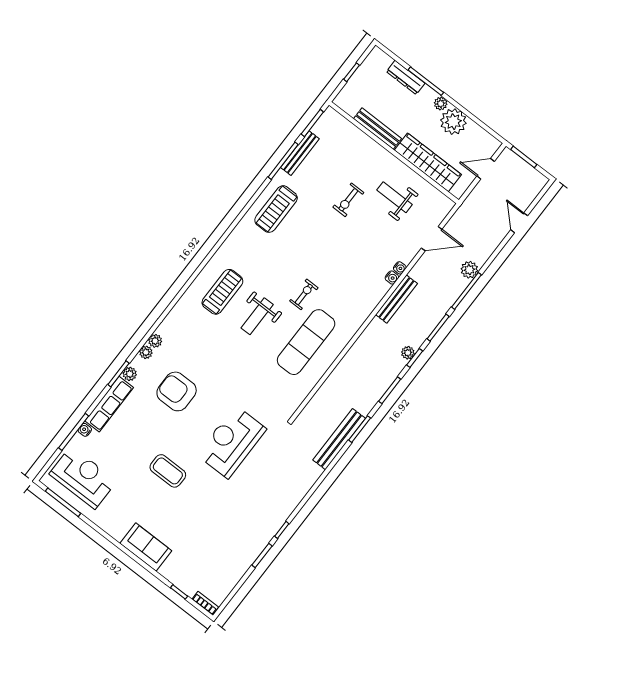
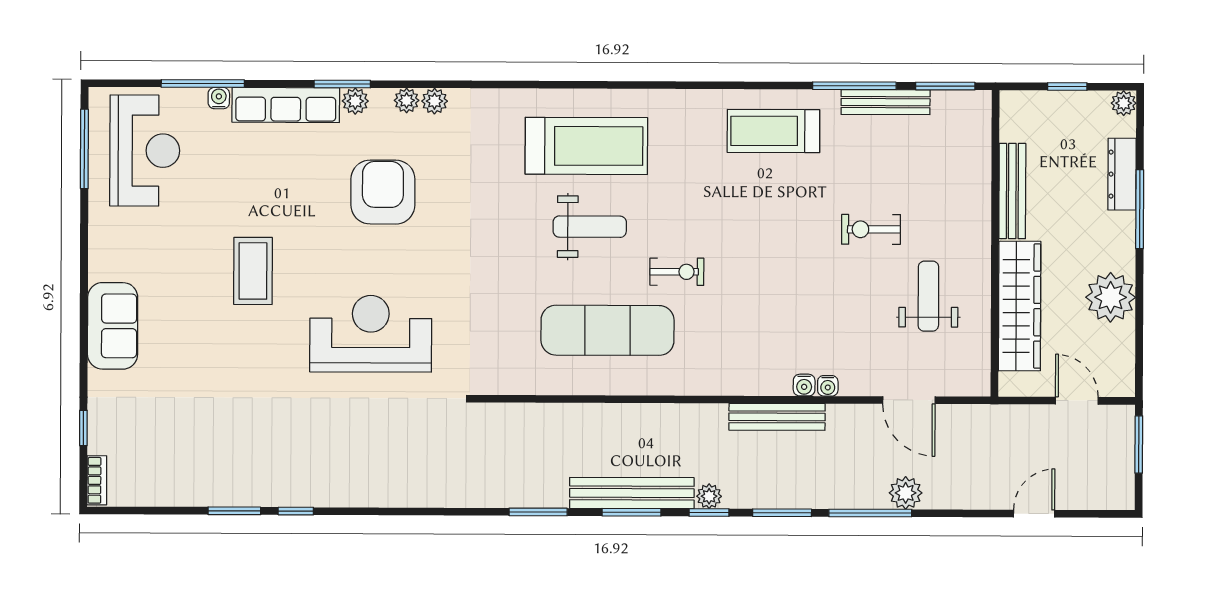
plant: (441, 104) -> (1124, 103), moved
treadmill: (222, 292) -> (586, 146), width x1.37, depth x1.38
weight bench: (257, 316) -> (590, 227), turned 180
bench: (339, 439) -> (632, 493), moved

